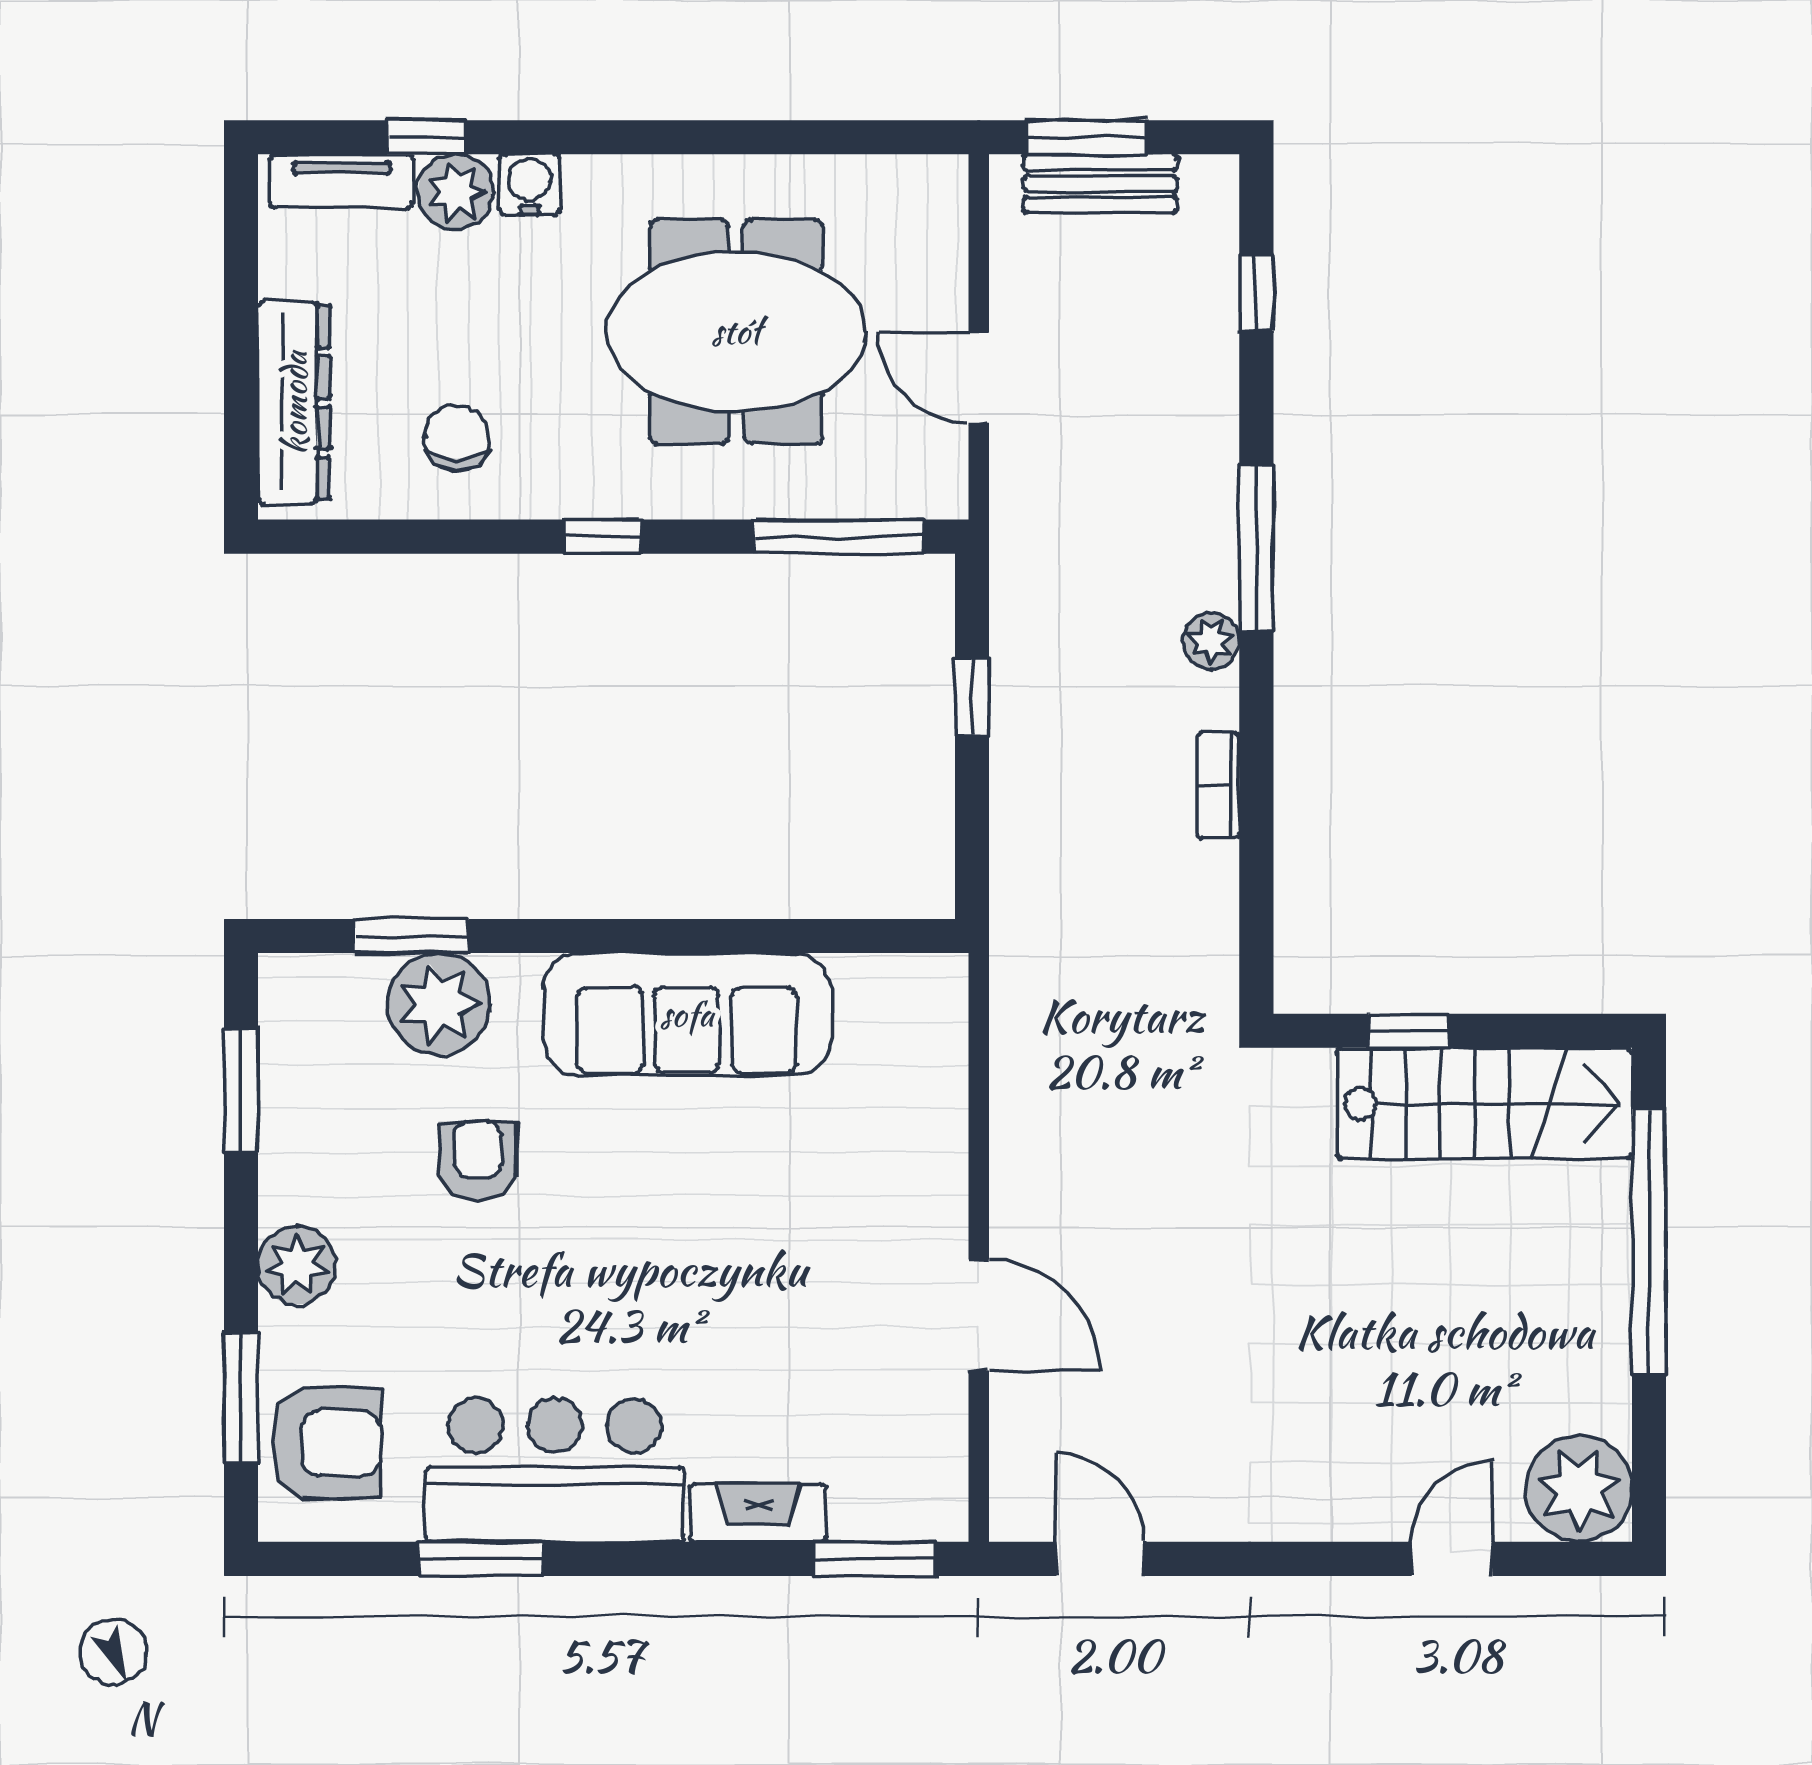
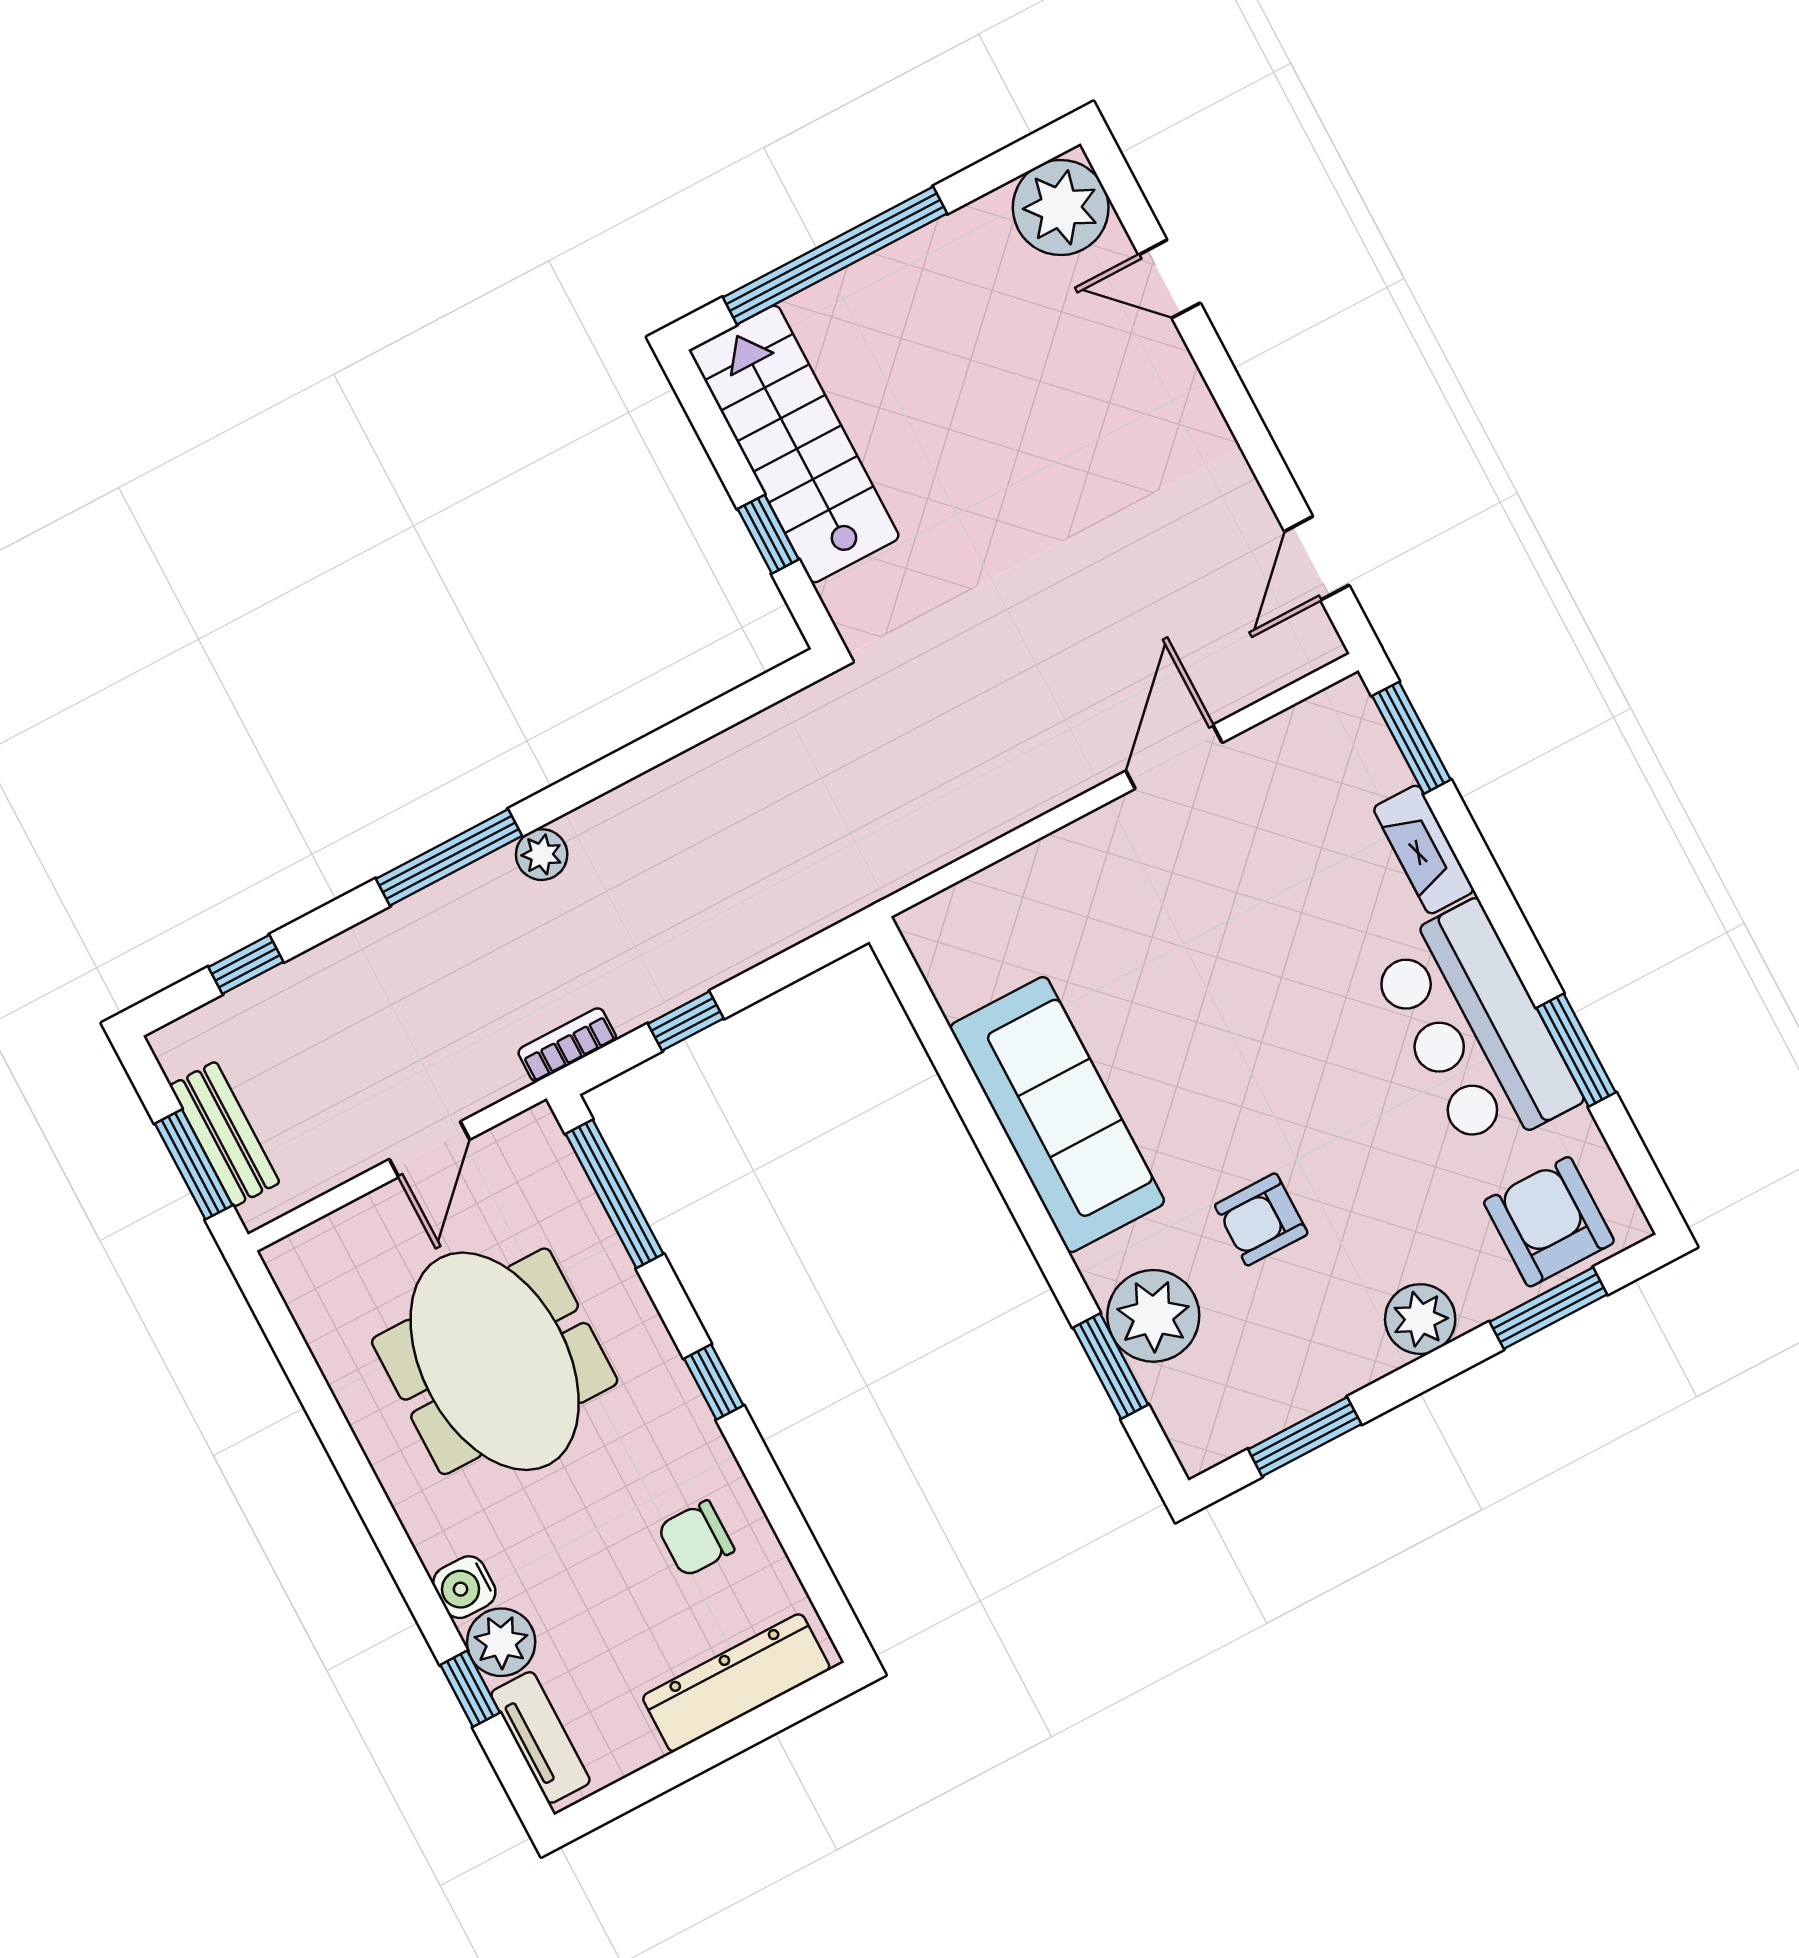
bookcase: (1218, 785) -> (567, 1045), moved, turned 180

